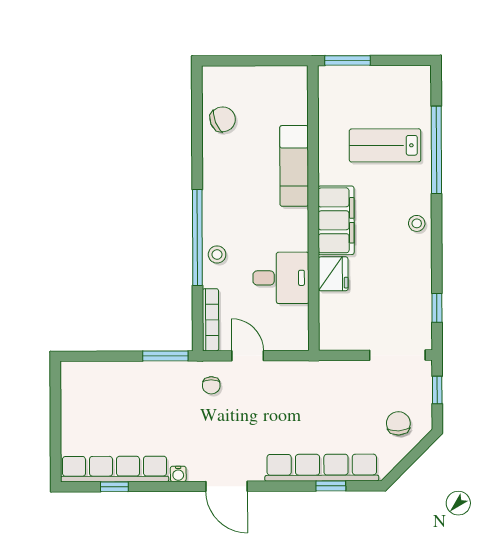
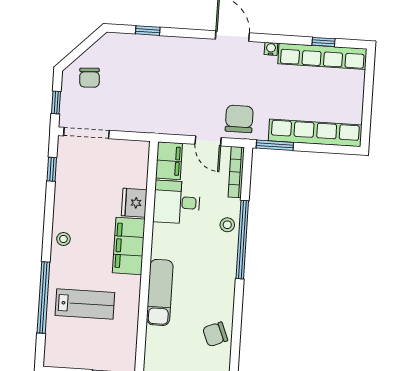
filing cabinet: (294, 328) -> (169, 161), added
chair: (211, 385) -> (239, 119), width x1.87, depth x1.87
row of seats: (322, 468) -> (315, 133), moved, turned 180

